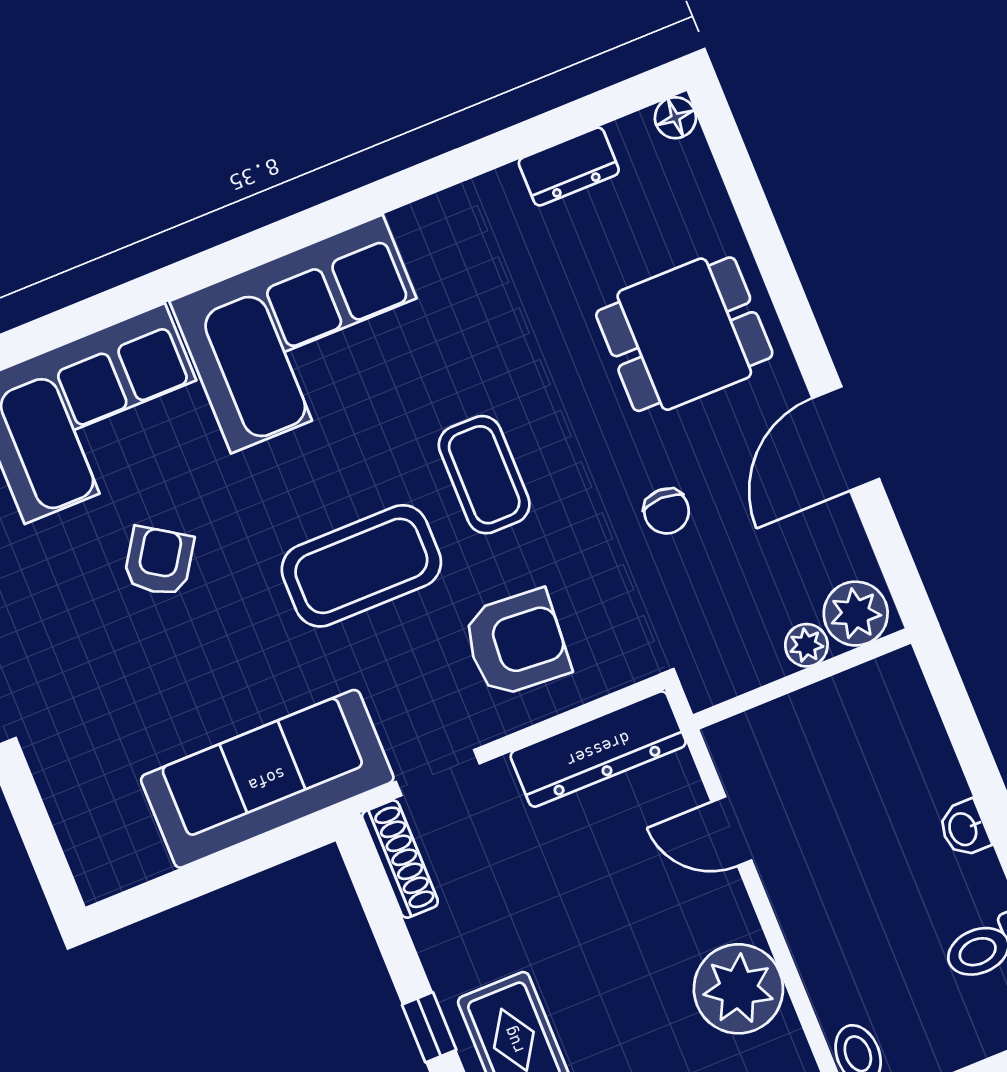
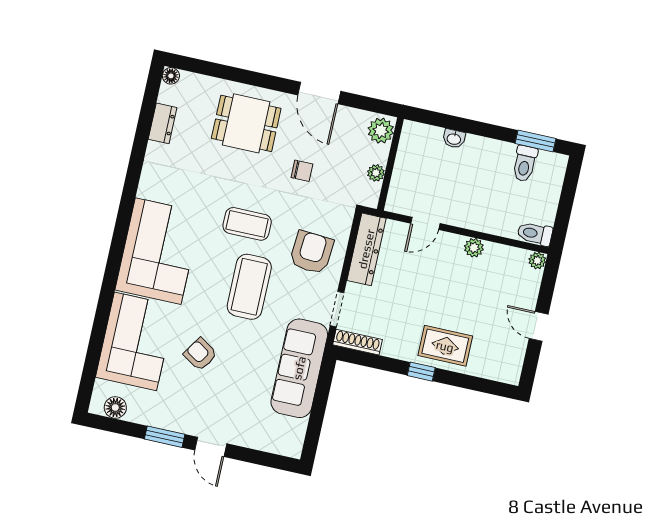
dining table: (684, 334) -> (246, 123), turned 90
plant: (806, 645) -> (376, 173), moved
washbasin: (964, 829) -> (454, 139), moved
plant: (738, 989) -> (474, 248), width x0.53, depth x0.53

